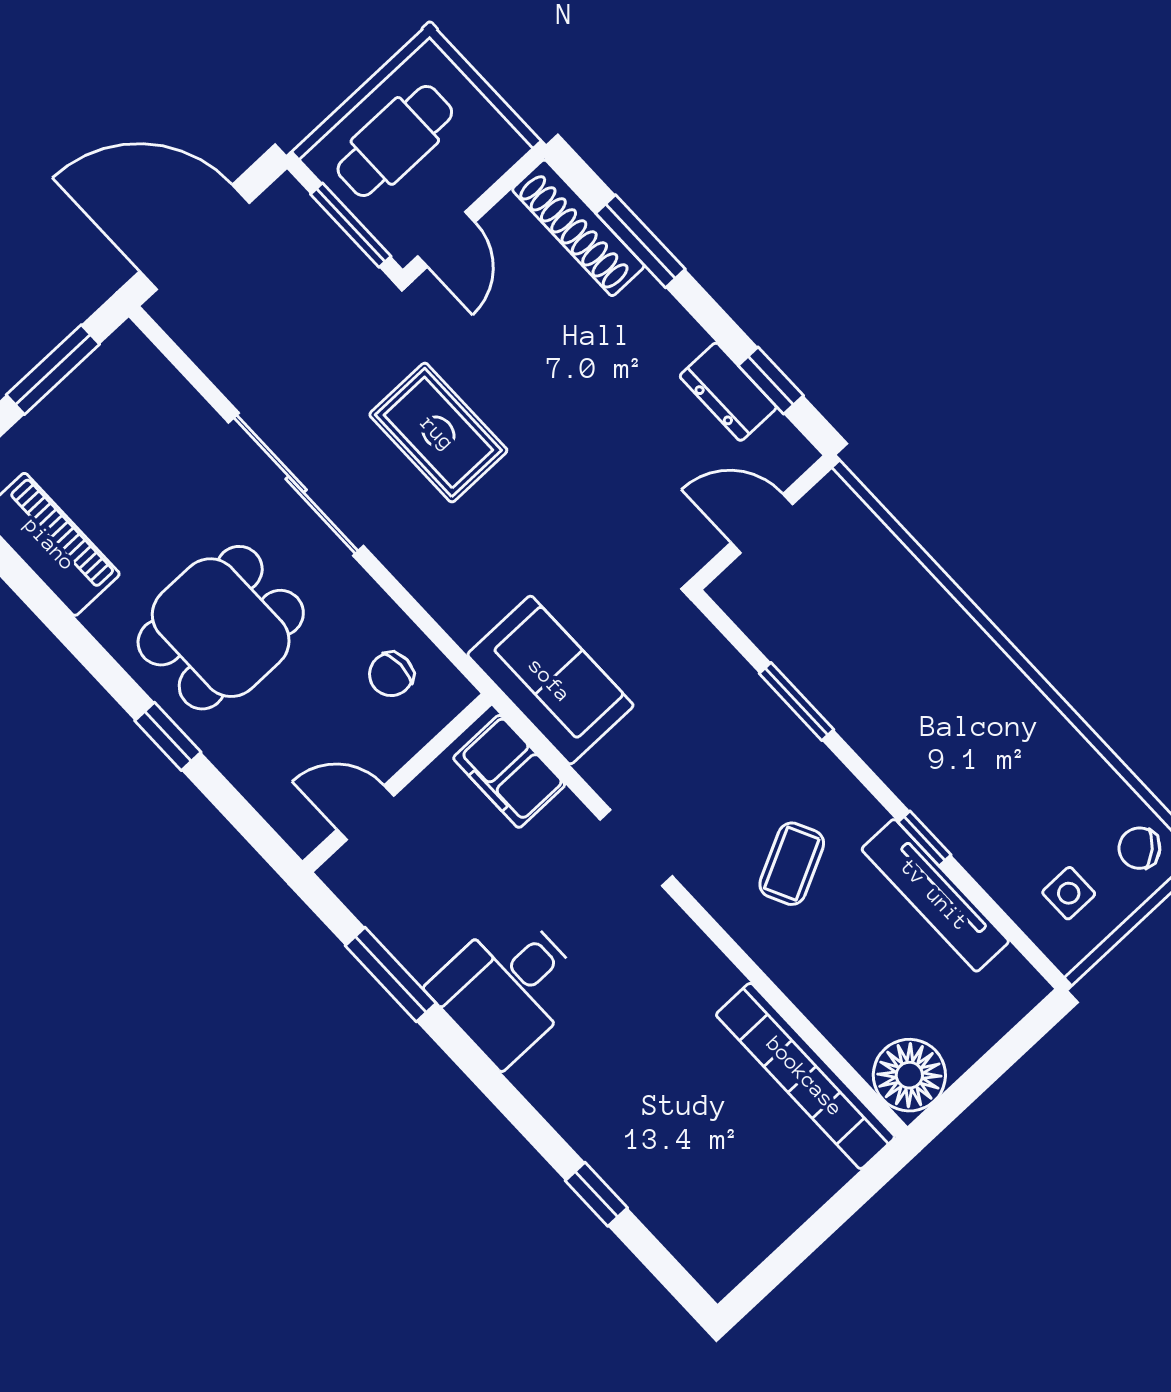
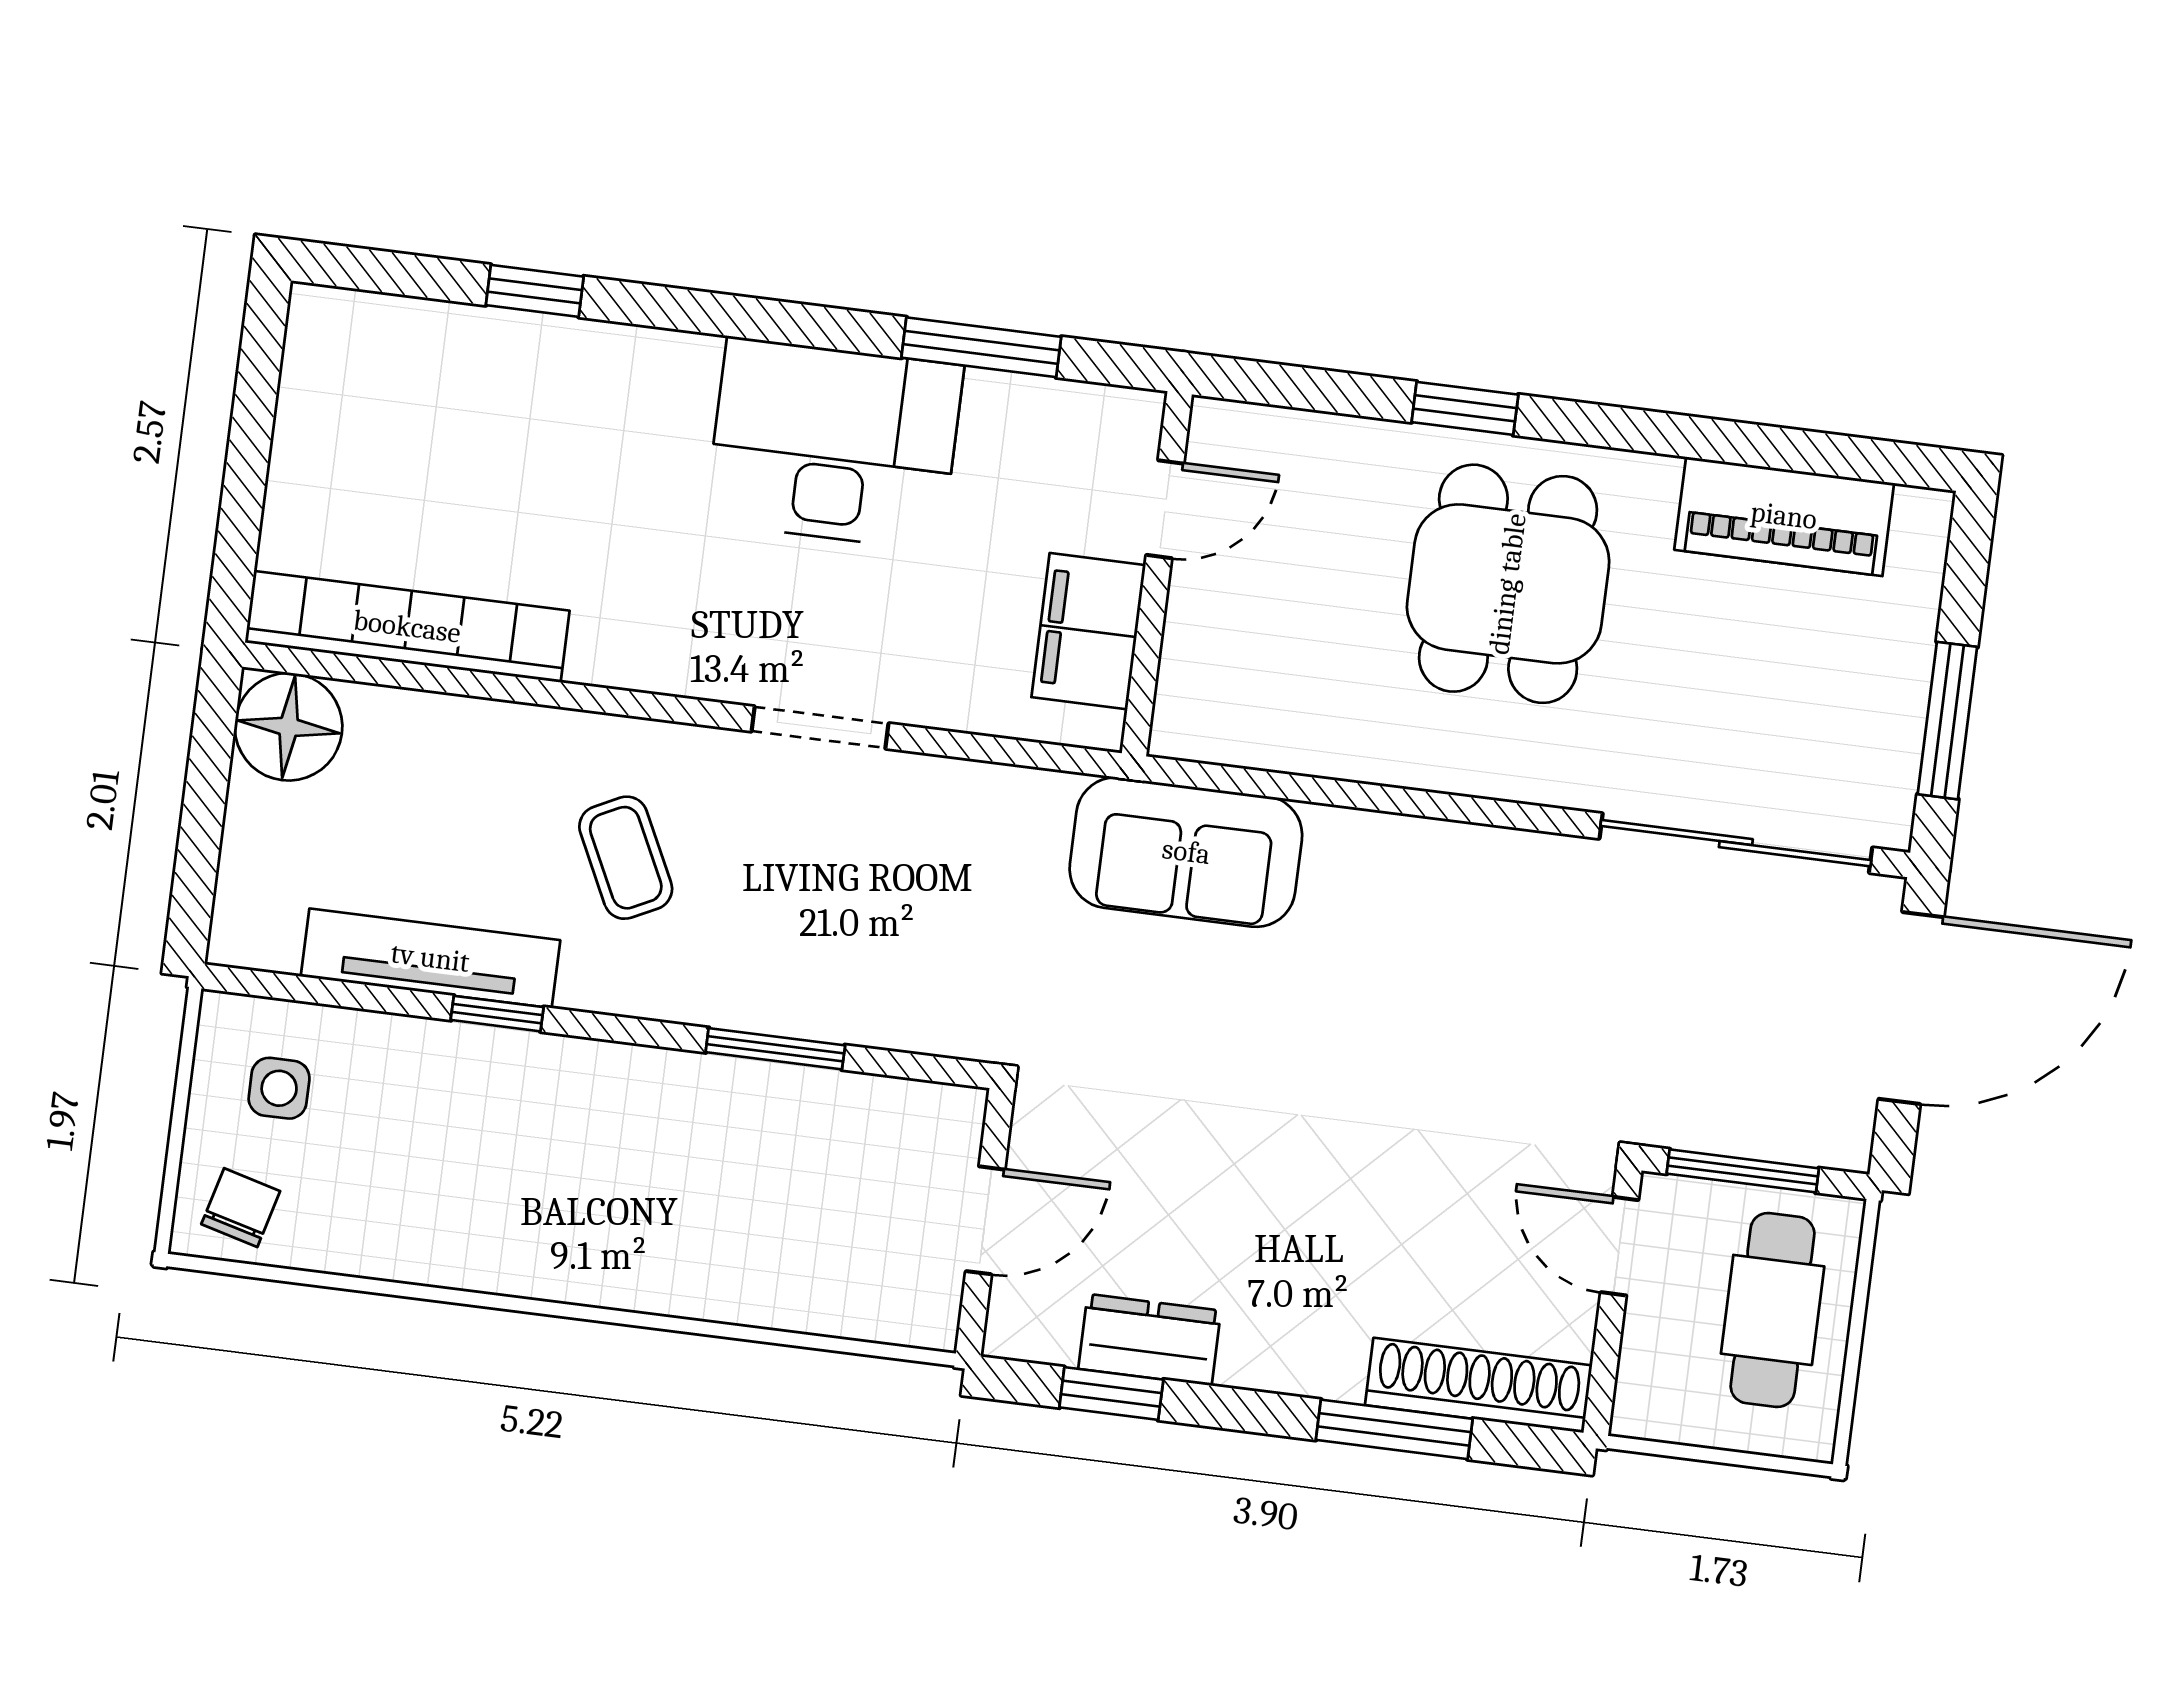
rug: (438, 433) -> (1444, 1016), removed
sliding door: (296, 484) -> (1736, 843), moved
chair: (391, 674) -> (1267, 693), removed
sofa: (550, 680) -> (1186, 852), moved
filing cabinet: (509, 771) -> (1088, 631), moved, turned -90
chair: (1139, 848) -> (241, 1208), turned -33
desk: (508, 988) -> (834, 444), width x1.37

